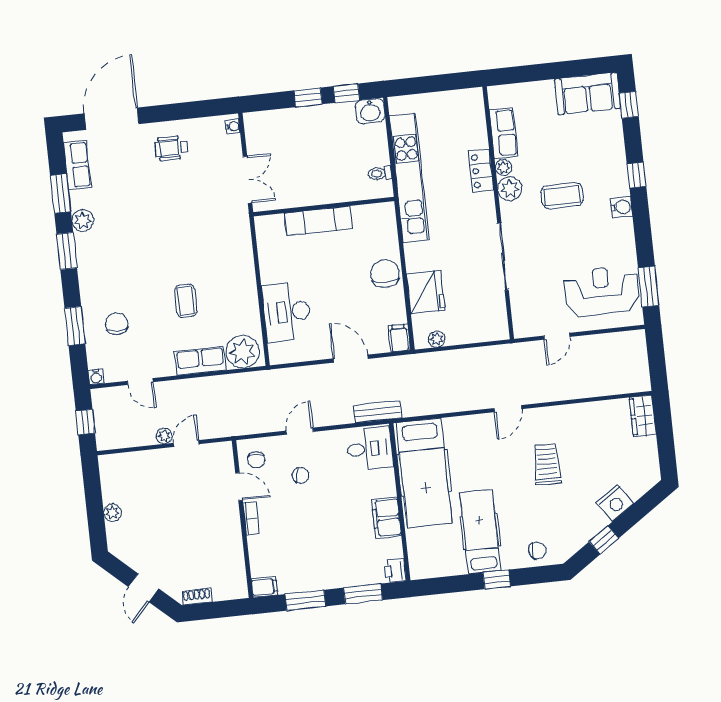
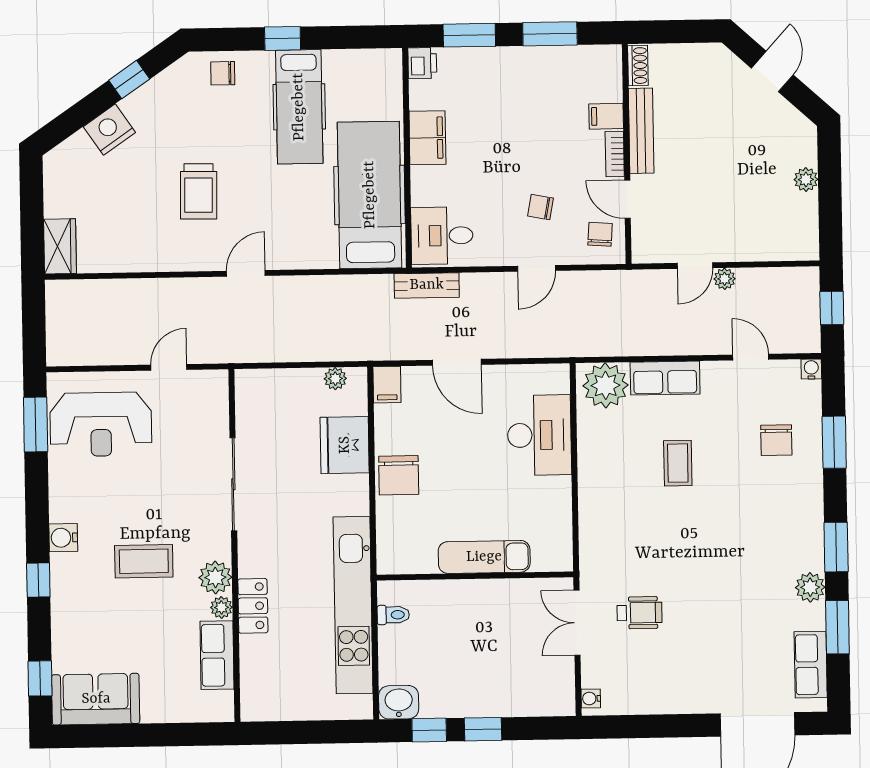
wheelchair: (171, 148) -> (640, 613), moved
bench: (234, 537) -> (641, 131), added
filing cabinet: (264, 587) -> (606, 116), moved
shoe rack: (197, 597) -> (638, 66), moved, turned -90

